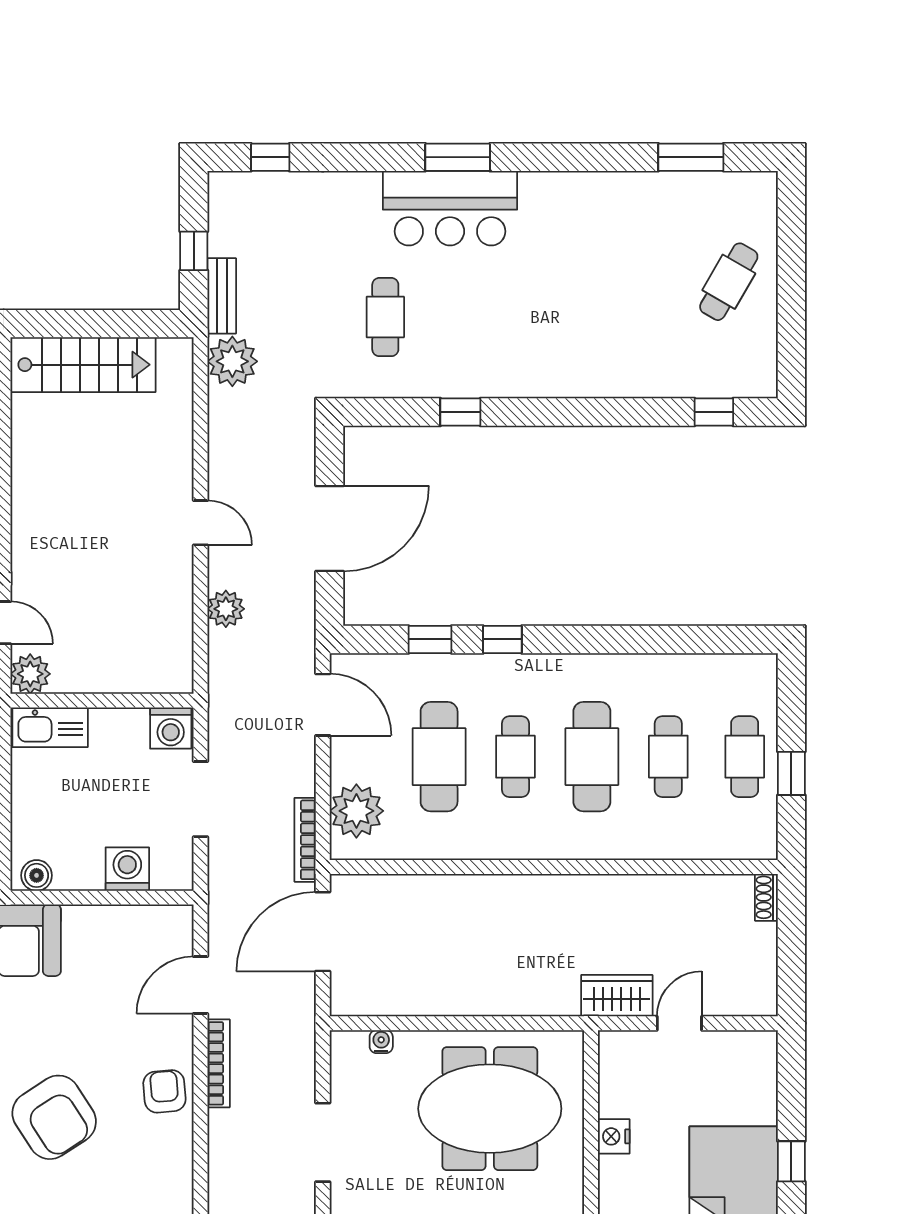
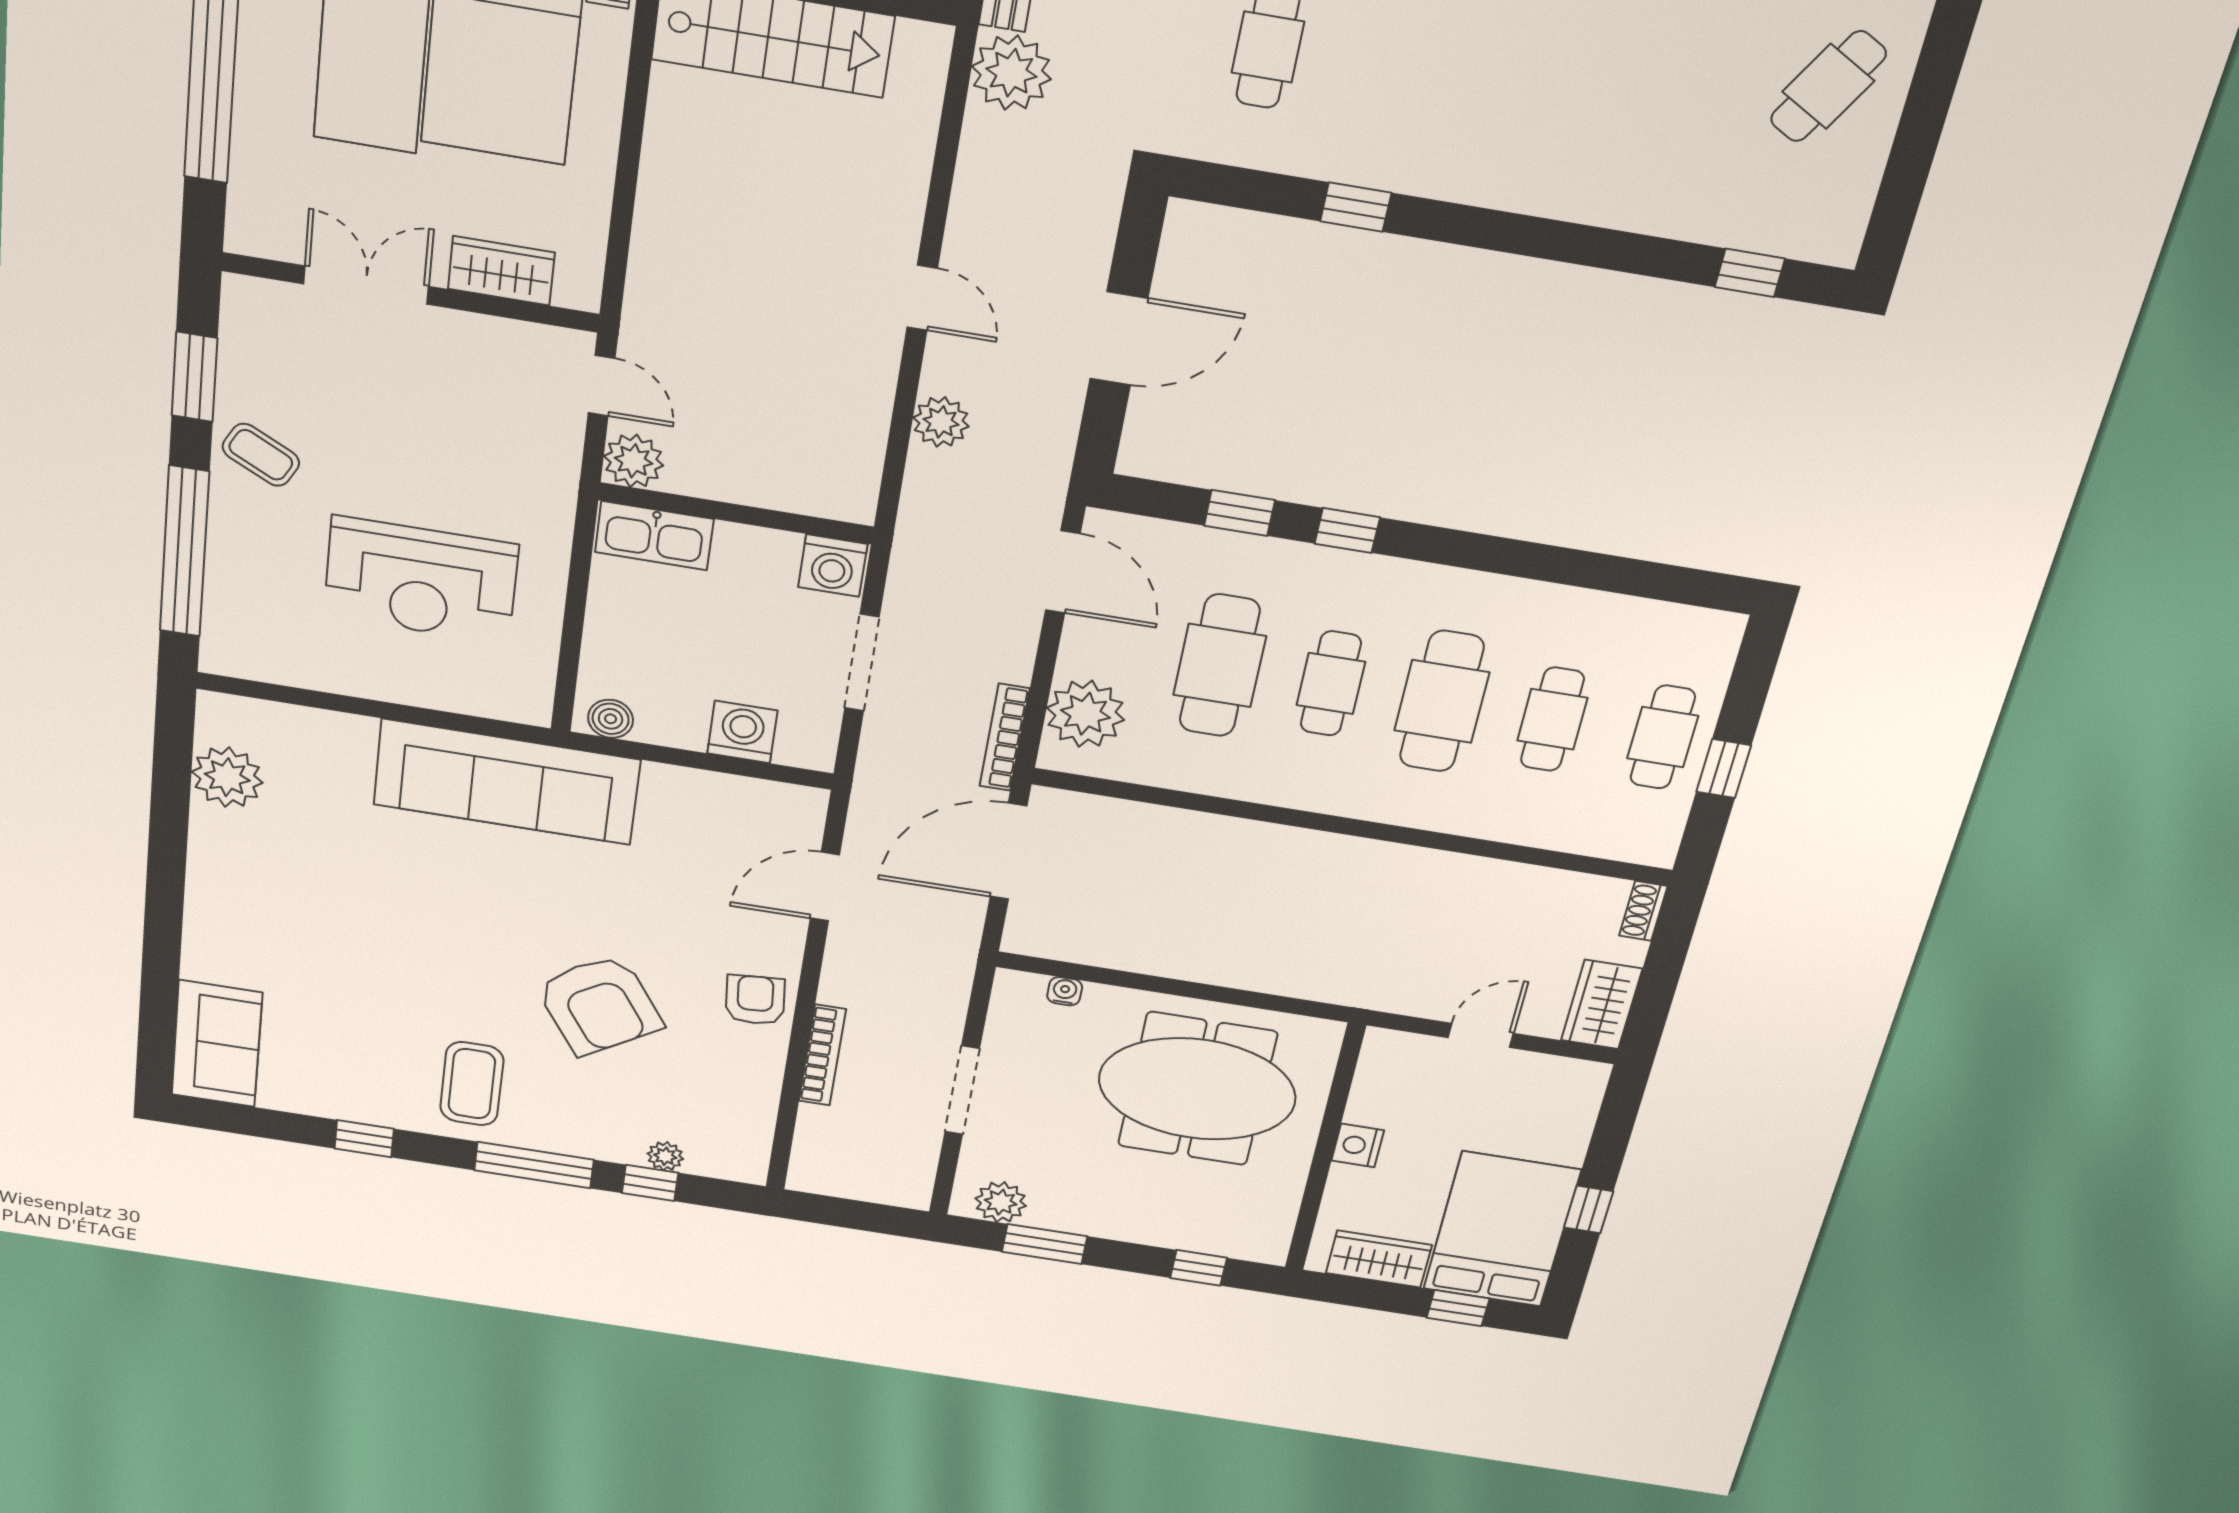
door: (330, 529) -> (1119, 338), width x0.73
wardrobe: (617, 996) -> (1602, 1005), moved, turned -90
bookcase: (219, 1063) -> (822, 1055), moved

